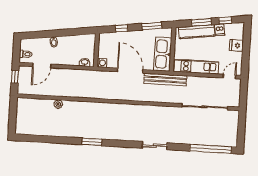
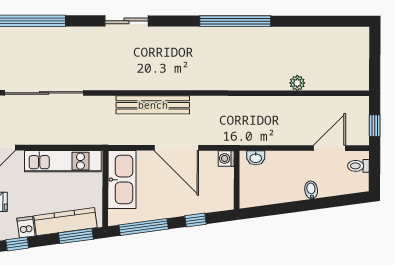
window: (201, 22) -> (76, 236), moved
window: (152, 26) -> (144, 227), width x1.44
bench: (165, 80) -> (153, 105), moved
window: (92, 142) -> (235, 21), width x2.11

